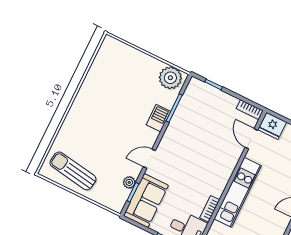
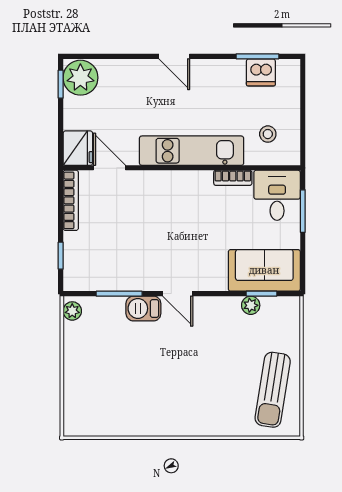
plant: (170, 78) -> (72, 311), width x0.53, depth x0.53
bookcase: (250, 110) -> (71, 200), width x1.56
door: (251, 139) -> (109, 168), swing flipped
door: (149, 159) -> (178, 294), moved

